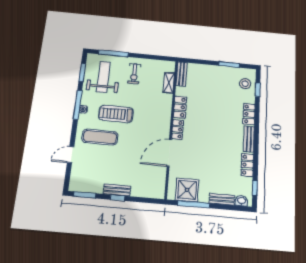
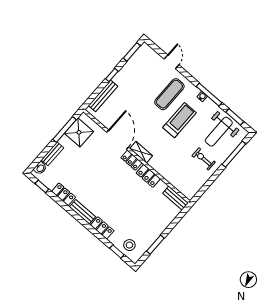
weight bench: (103, 77) -> (219, 132), turned 90
shelving: (169, 83) -> (141, 152), moved
bench: (117, 190) -> (103, 96), moved, width x1.36

